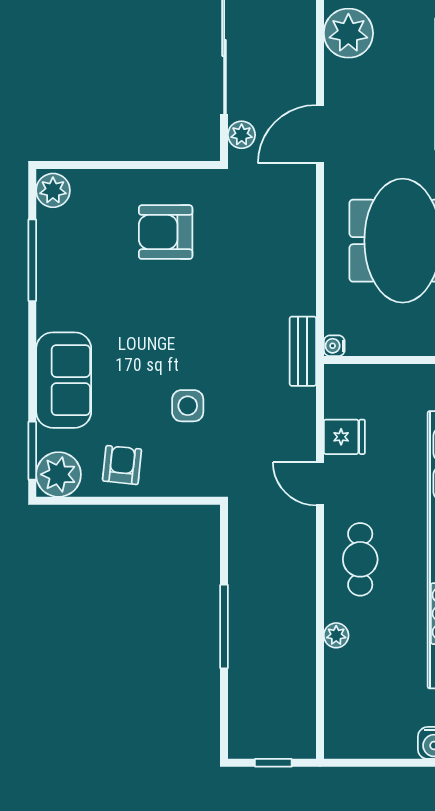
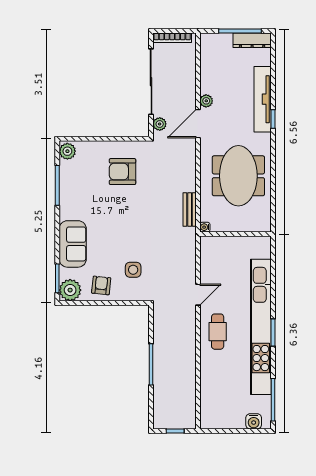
plant: (348, 33) -> (206, 101), moved, width x0.53, depth x0.53
bench: (303, 351) -> (190, 209), moved
side table: (188, 406) -> (133, 270), moved
fridge: (344, 437) -> (210, 272), removed
door: (320, 484) -> (198, 295), swing flipped
plant: (336, 635) -> (206, 369), removed

